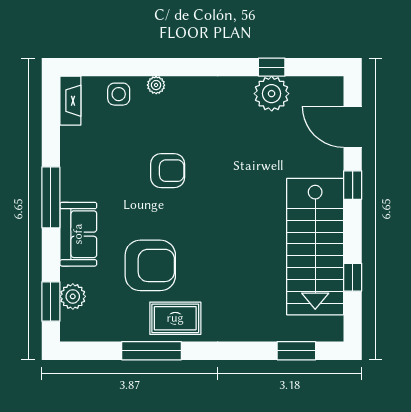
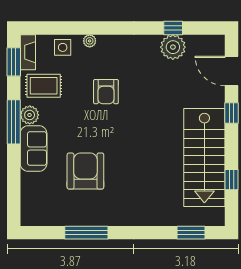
armchair: (168, 171) -> (106, 92), moved, turned 90
armchair: (150, 265) -> (85, 171), turned -90
plant: (73, 296) -> (30, 115), moved
window: (51, 301) -> (14, 62), moved
rug: (175, 318) -> (44, 86), moved

